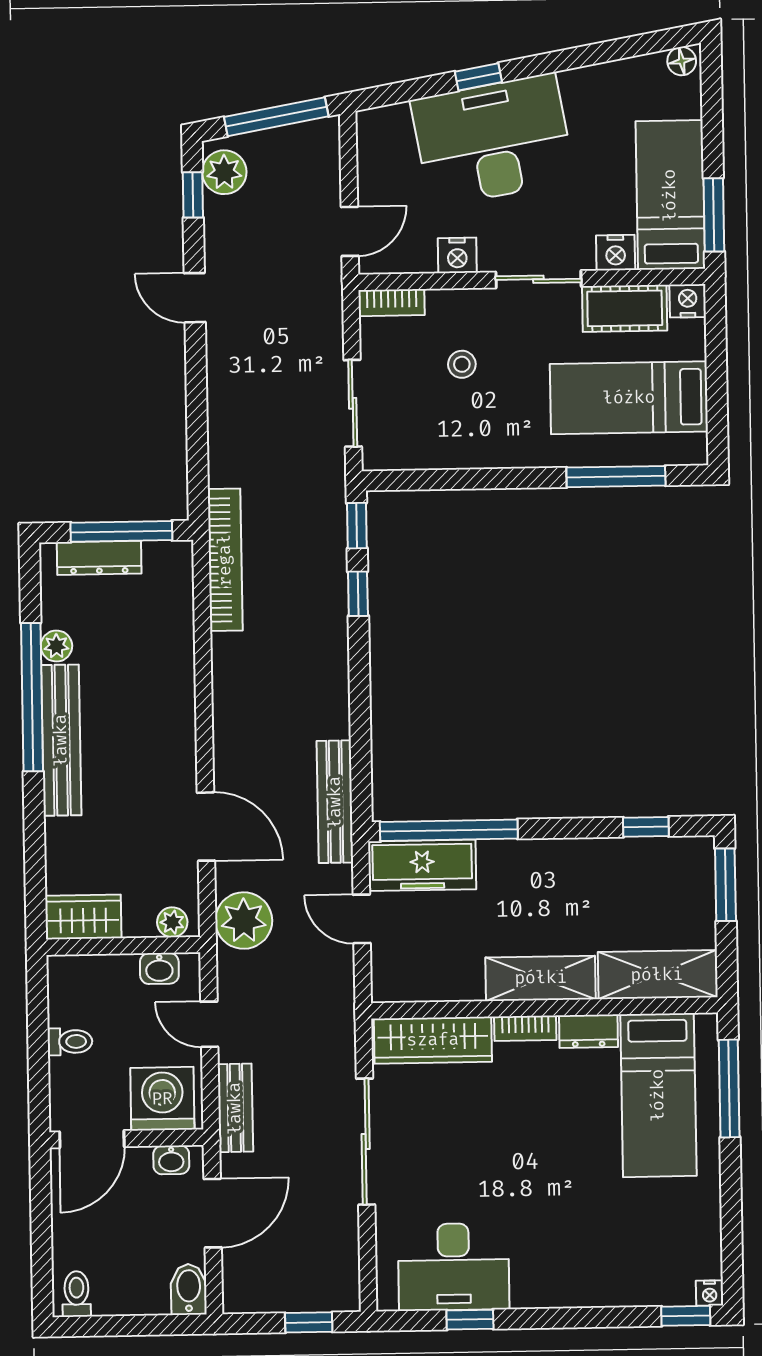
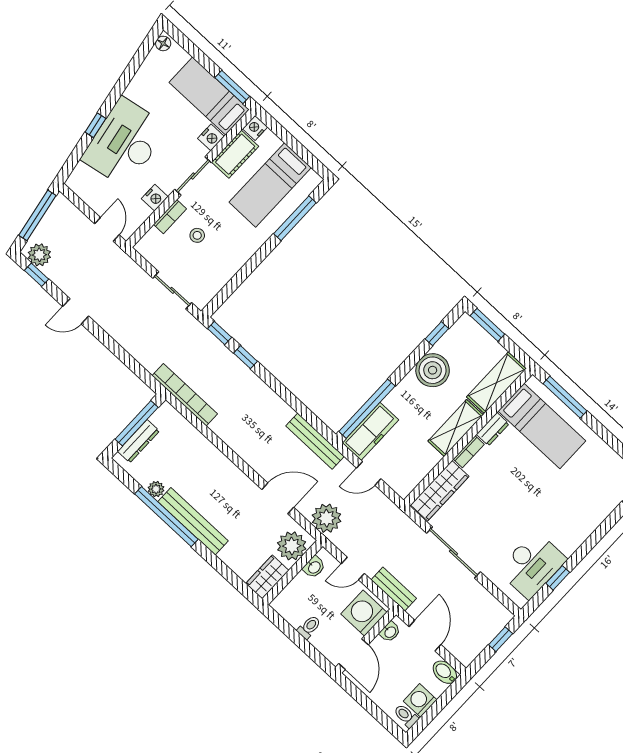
bookcase: (392, 303) -> (170, 217), moved
boiler: (590, 869) -> (433, 370), added
plant: (172, 922) -> (292, 546), width x1.88, depth x1.88
washing machine: (117, 1293) -> (420, 700), added

